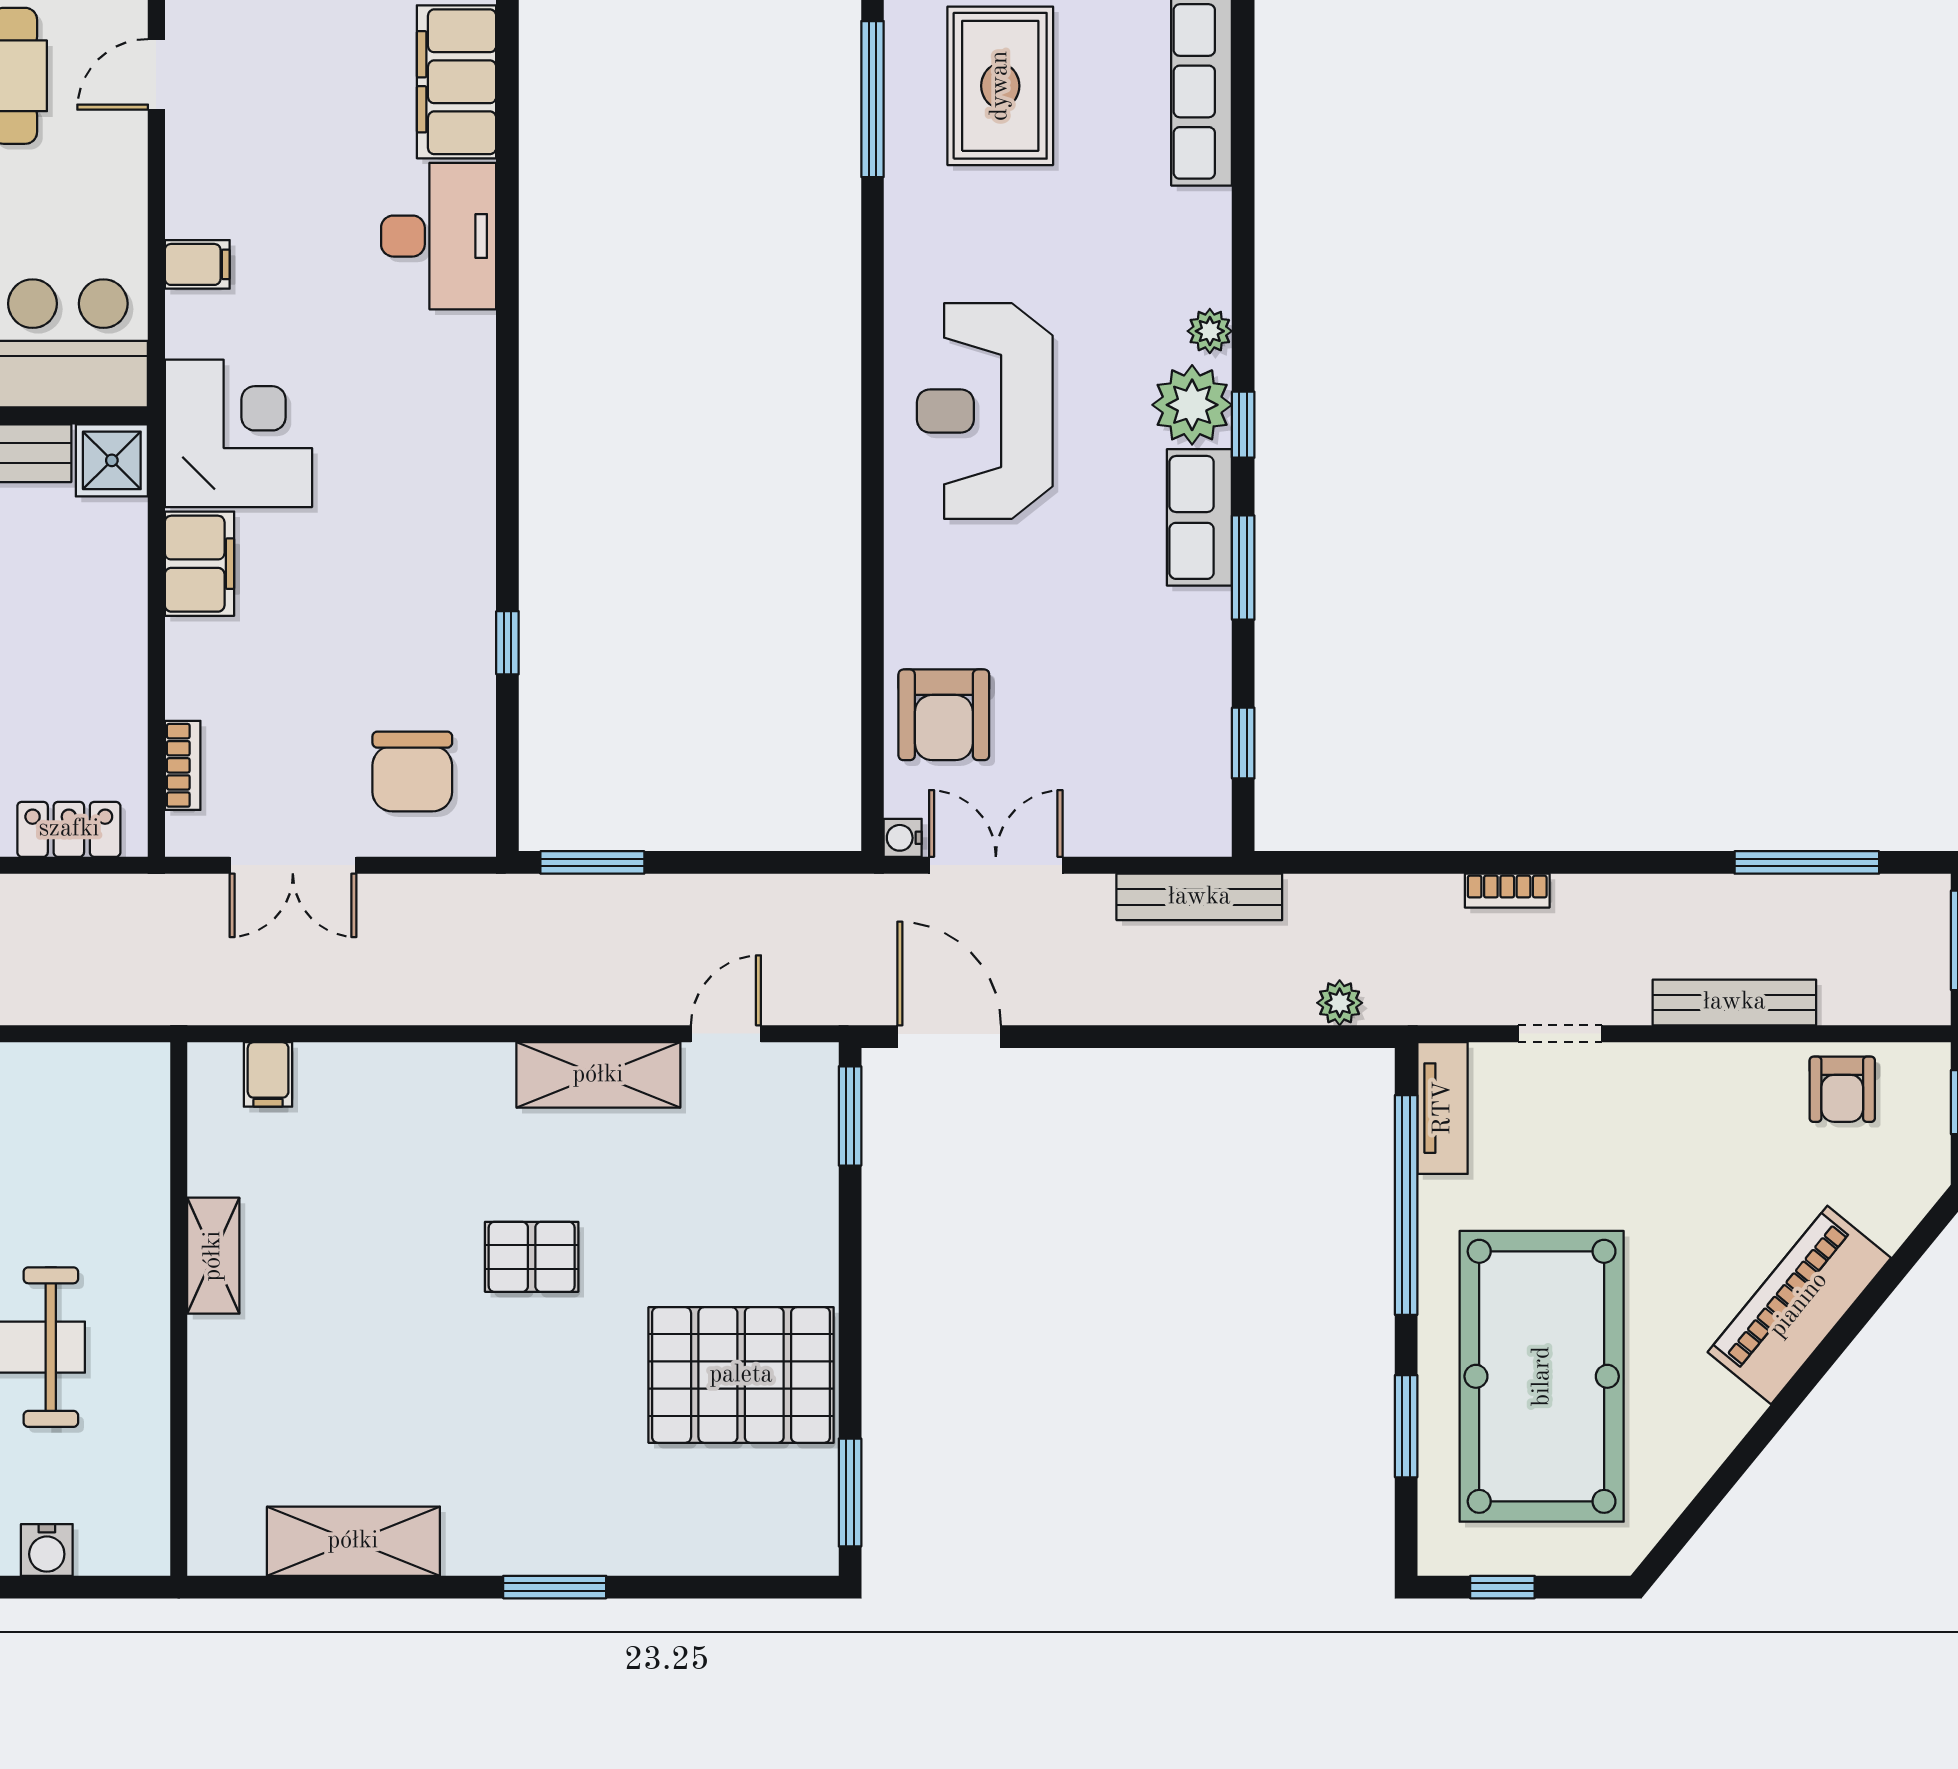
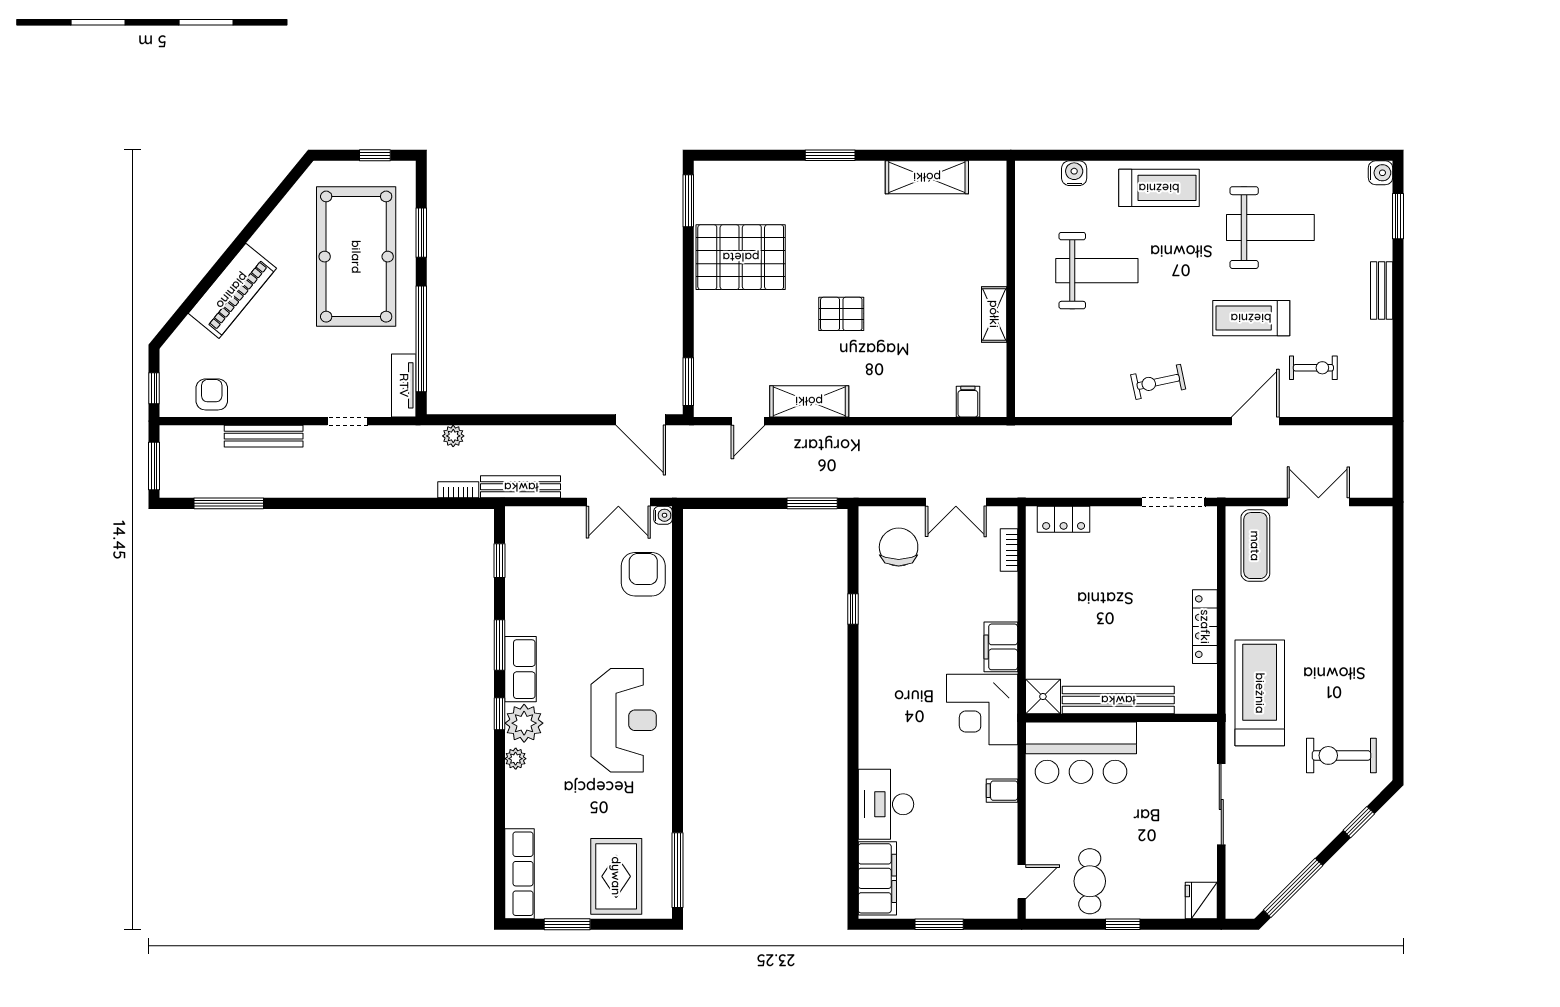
double door: (293, 865) -> (956, 502), swing flipped
bookcase: (1507, 891) -> (458, 490), moved

